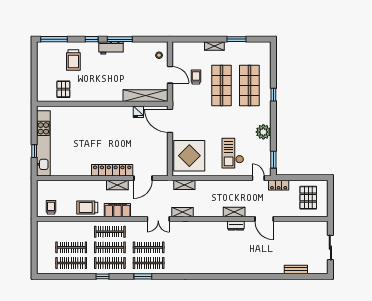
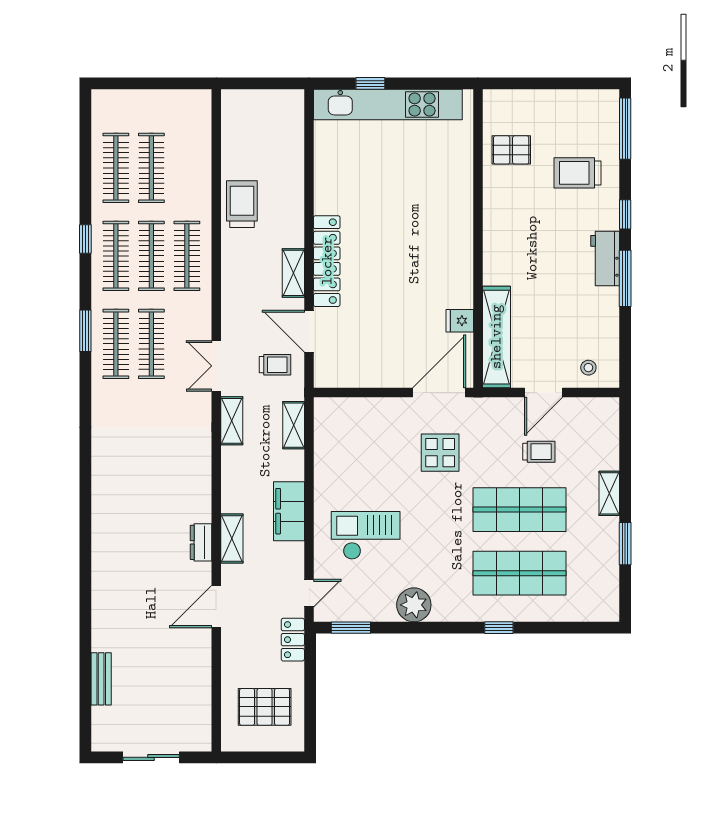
display table: (189, 156) -> (440, 453), moved, width x0.54, depth x0.54
trolley: (51, 207) -> (275, 365), moved
filing cabinet: (117, 210) -> (289, 511), moved, turned 180

